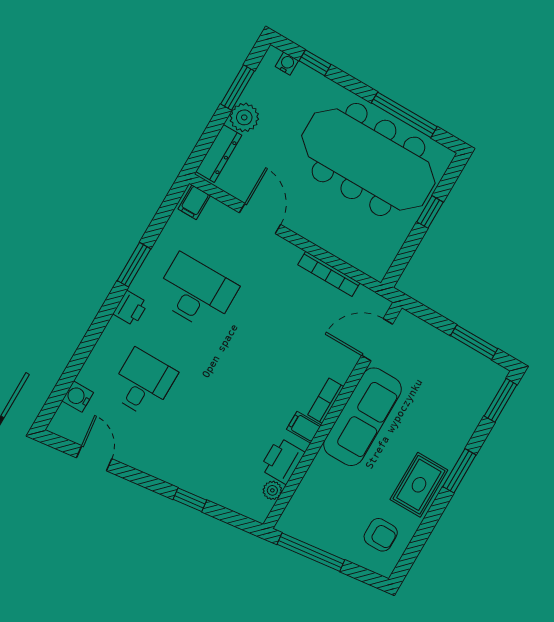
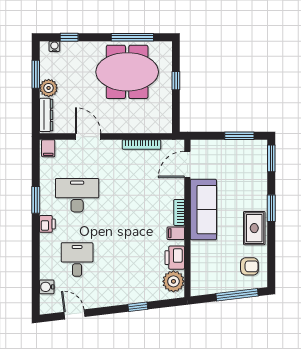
meeting table: (368, 159) -> (127, 72), width x0.73
plant: (272, 490) -> (173, 281), width x1.87, depth x1.87
window: (311, 552) -> (237, 295), moved

